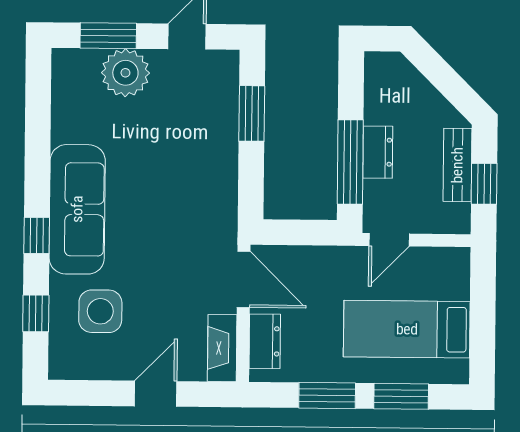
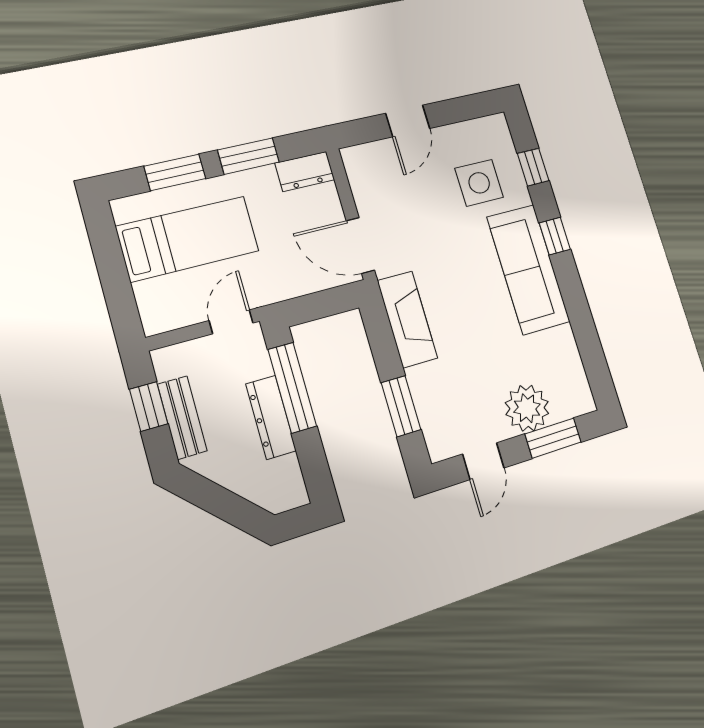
dresser: (378, 152) -> (271, 417), width x1.44
dresser: (265, 341) -> (305, 171), moved, turned -90
fireplace: (222, 348) -> (407, 319), moved, width x1.37, depth x1.32

